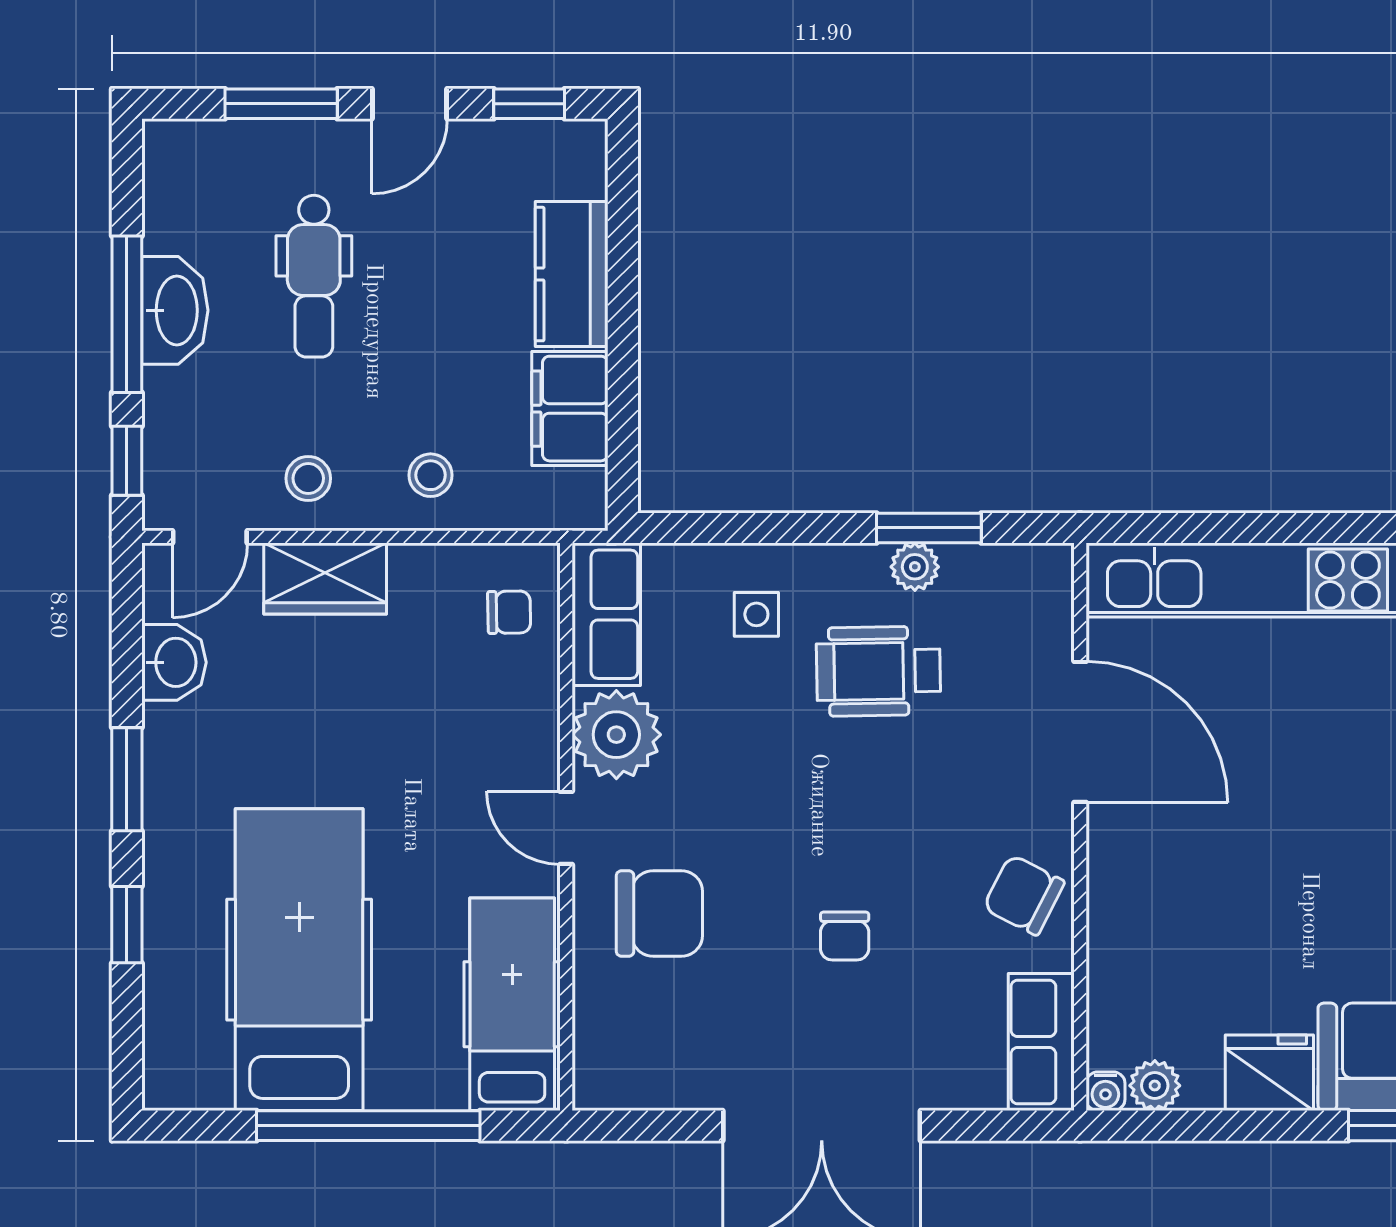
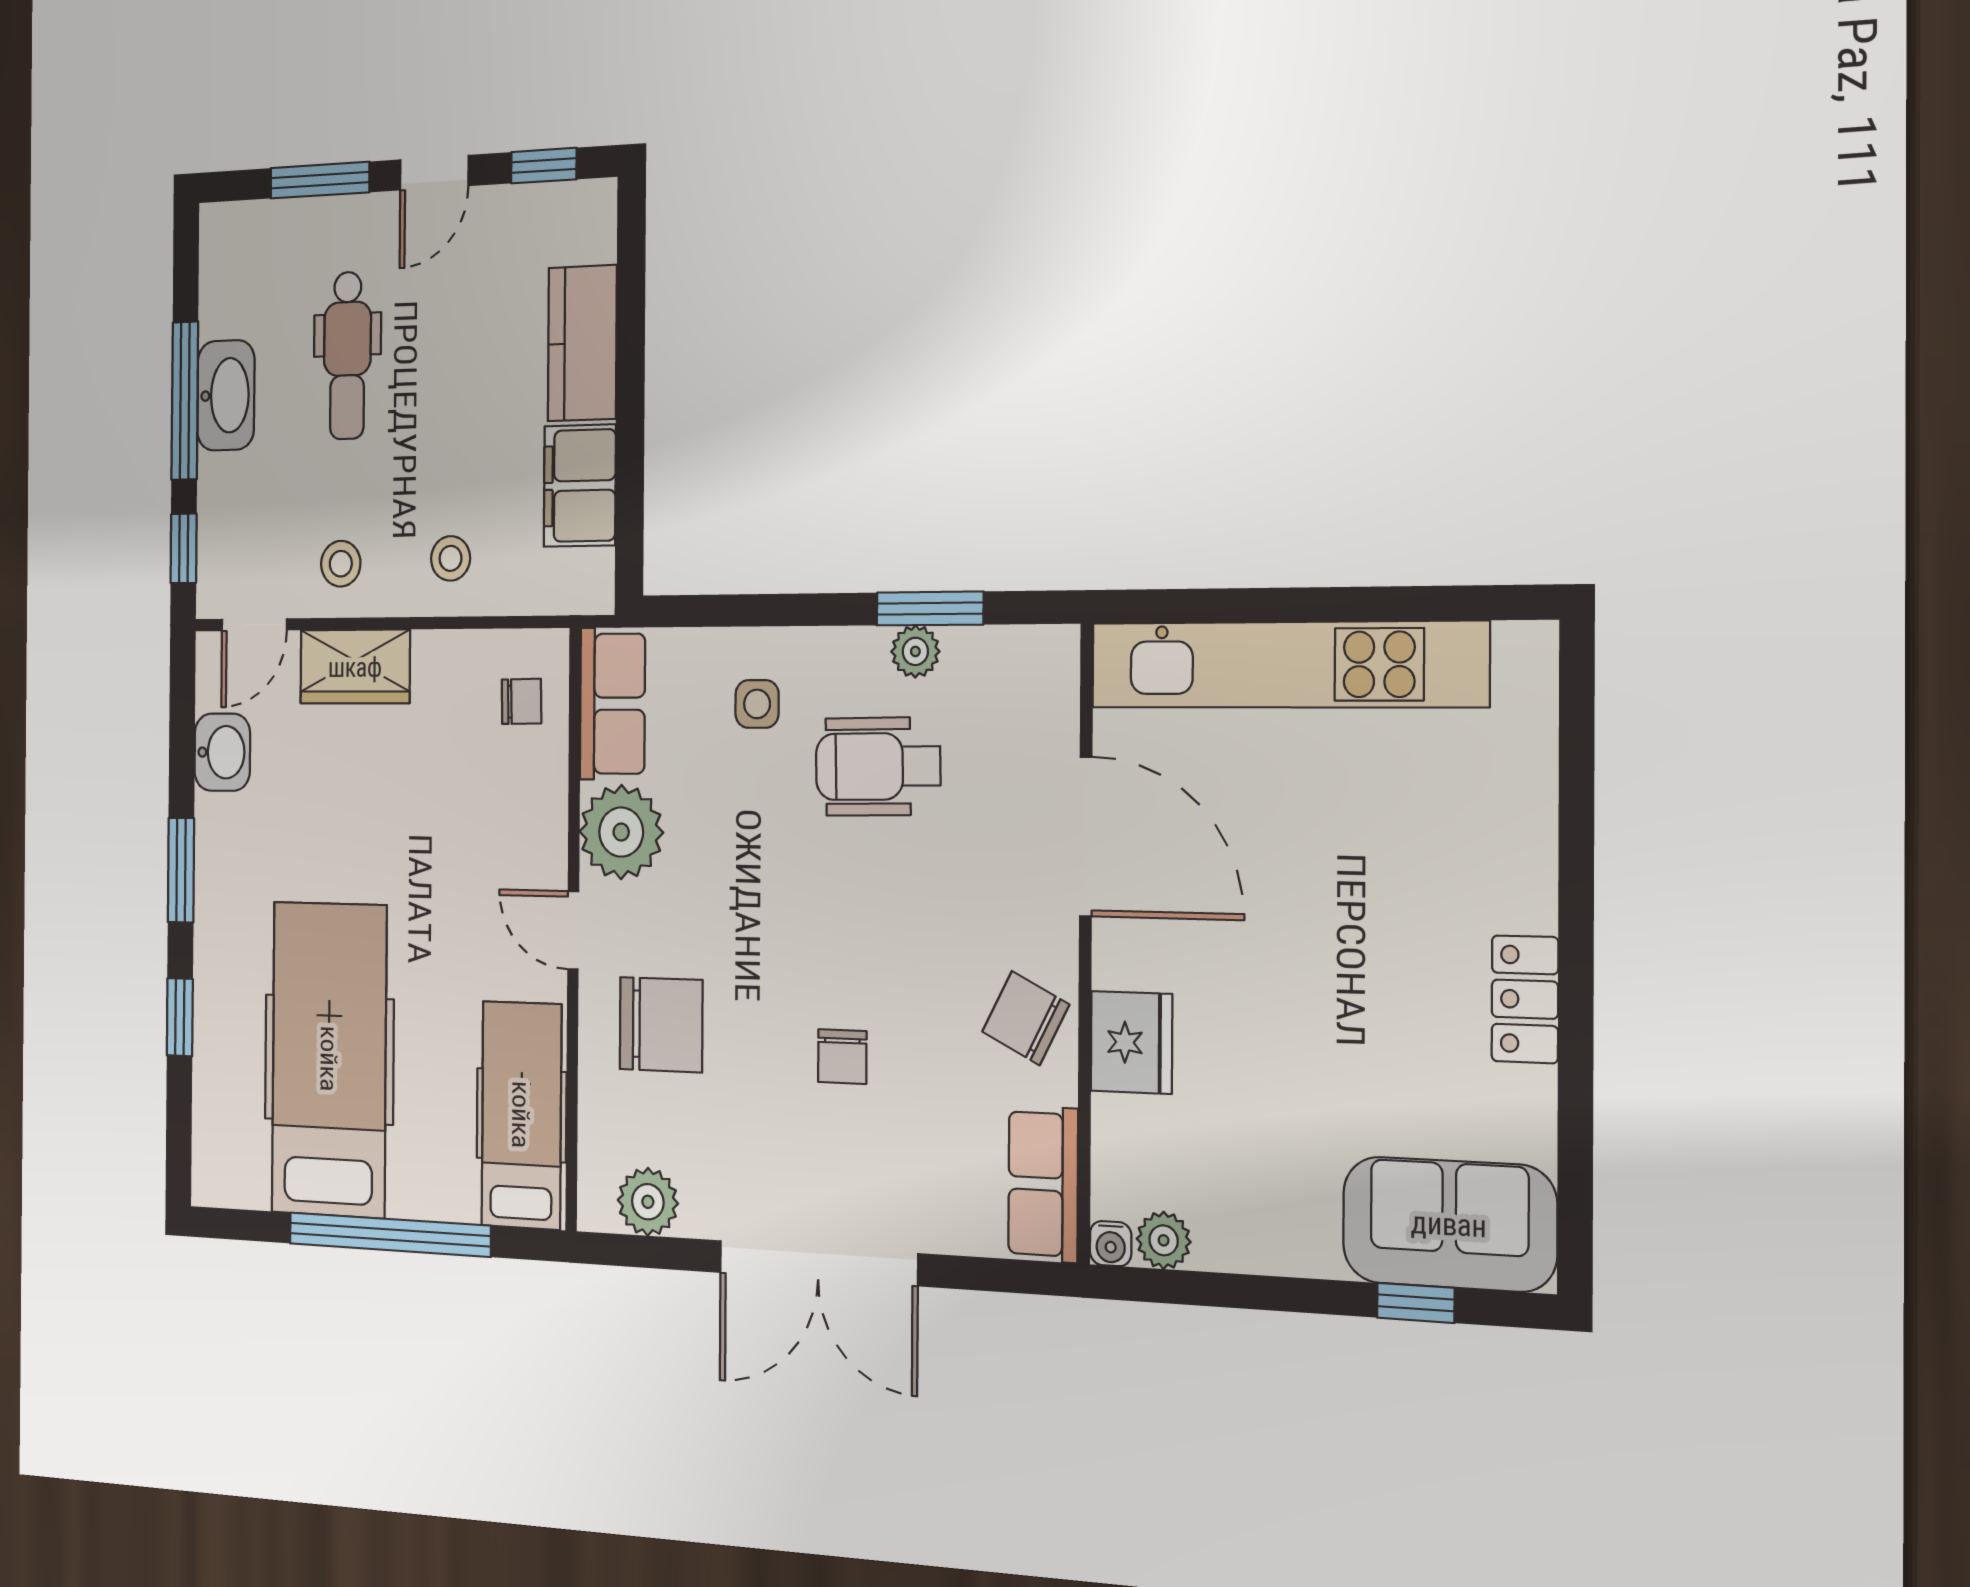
fridge: (1269, 1073) -> (1131, 1042), moved, turned 90
plant: (647, 1079) -> (648, 1202), added

